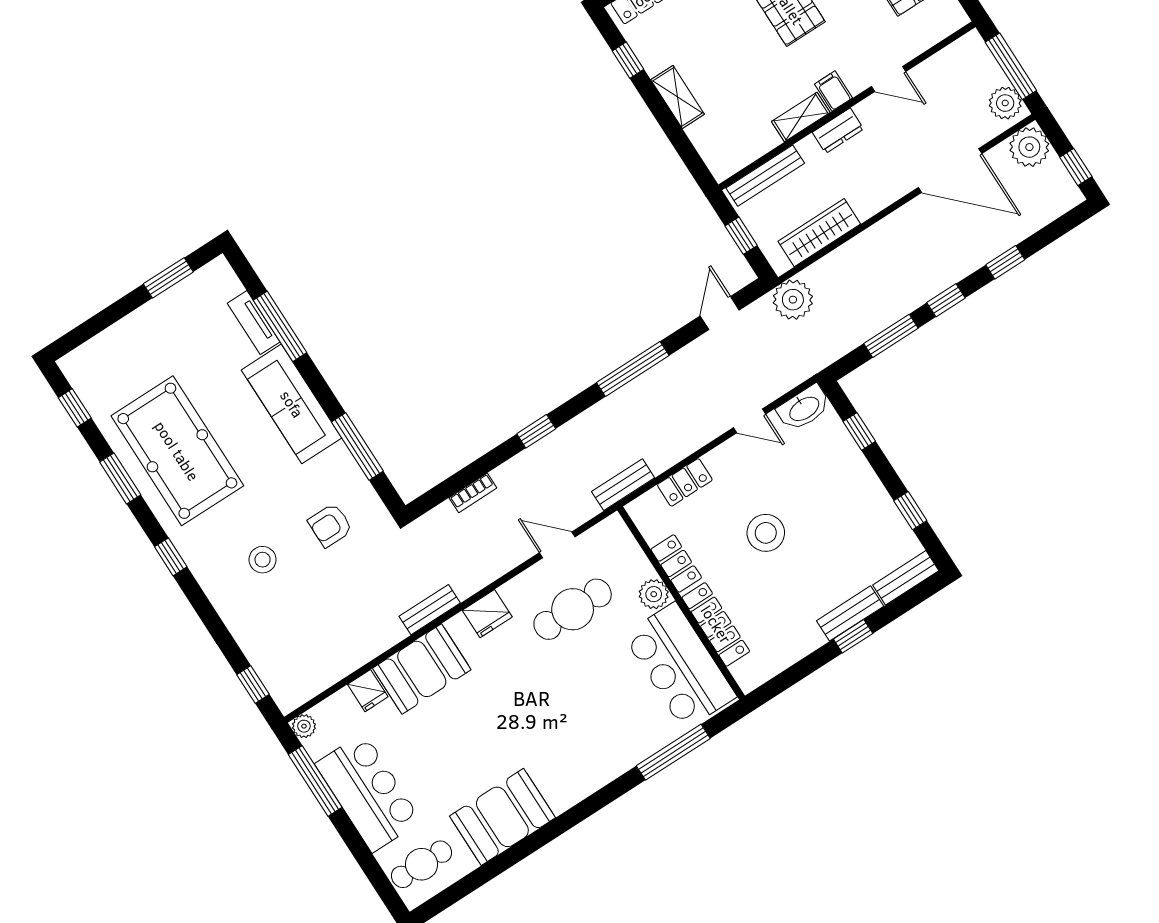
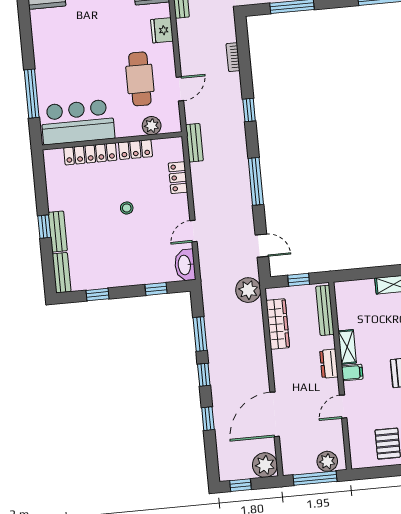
plant: (1005, 103) -> (327, 461), moved
stool: (766, 533) -> (127, 208), width x0.53, depth x0.53
plant: (654, 594) -> (152, 126), moved

